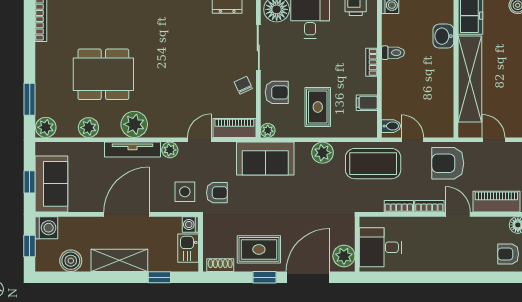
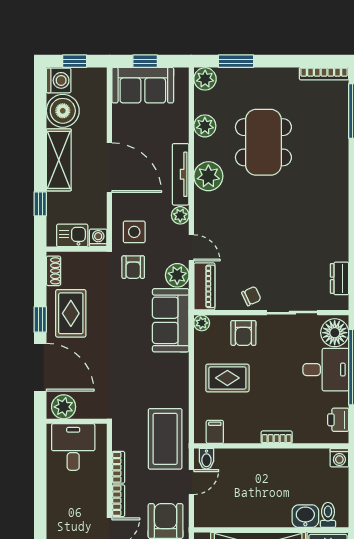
toilet: (393, 53) -> (328, 515), moved, turned 180
filing cabinet: (367, 103) -> (215, 432), moved
plant: (323, 153) -> (177, 275), moved
washing machine: (46, 228) -> (59, 80), moved, turned -90
boiler: (71, 261) -> (63, 111), width x1.37, depth x1.37

